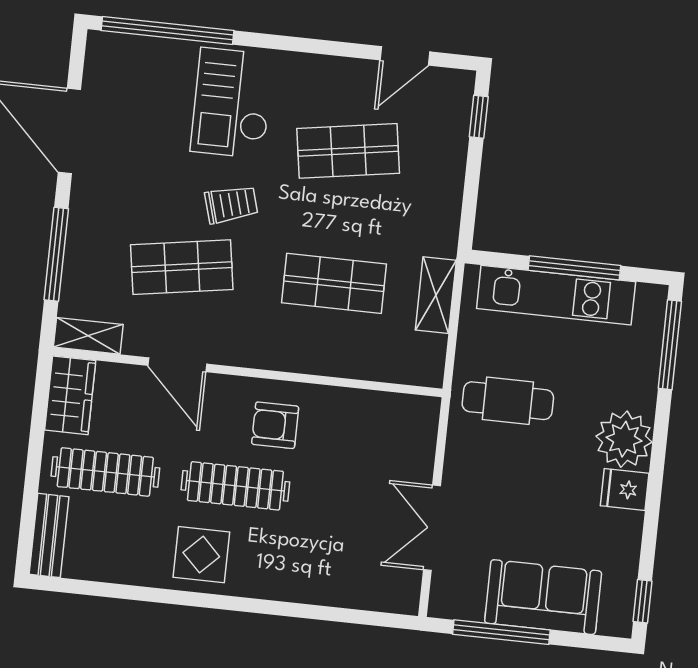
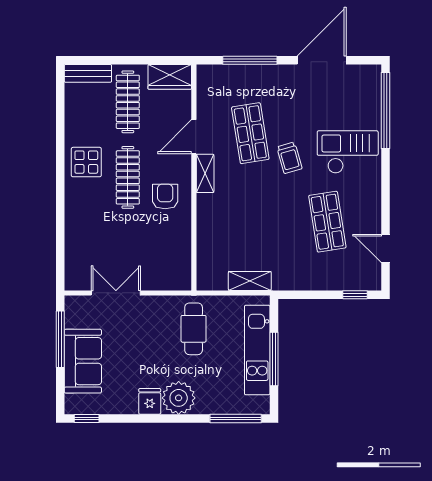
shop shelf: (334, 283) -> (250, 222), removed
shelving: (88, 336) -> (205, 173), moved

